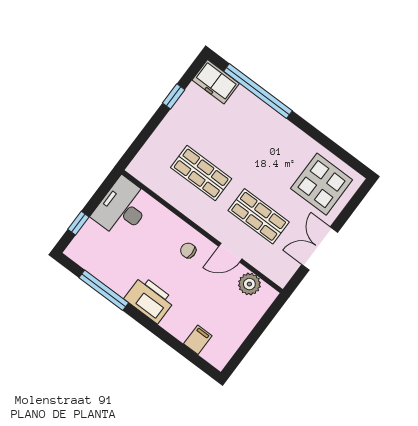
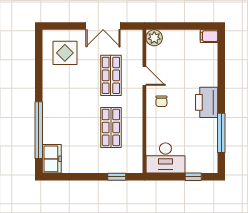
window: (174, 96) -> (117, 177), moved
display table: (322, 184) -> (65, 53), width x0.73, depth x0.73
plant: (249, 284) -> (154, 38), moved
filing cabinet: (198, 340) -> (209, 36), moved

